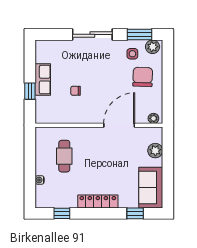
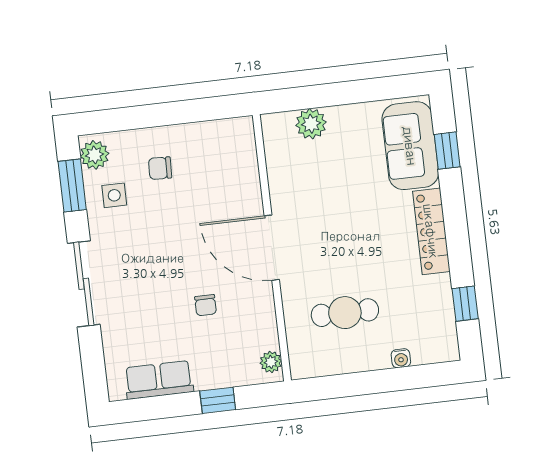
chair: (143, 77) -> (160, 168), width x0.54, depth x0.54
row of seats: (43, 80) -> (159, 380), moved
plant: (153, 118) -> (271, 362), moved
door: (119, 125) -> (272, 248), moved
sofa: (151, 188) -> (410, 146), moved, turned 90

